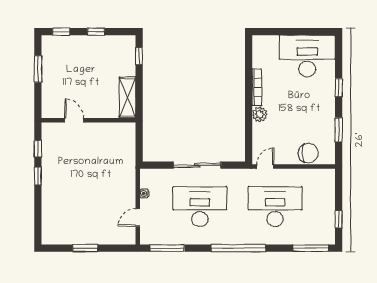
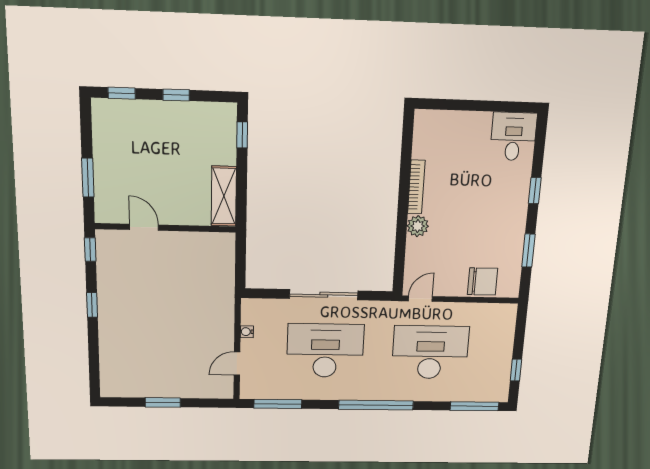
desk: (307, 56) -> (513, 136), width x0.53, depth x0.77
window: (38, 69) -> (88, 178), moved
window: (38, 149) -> (90, 250), moved

